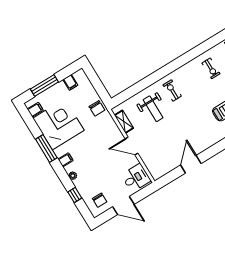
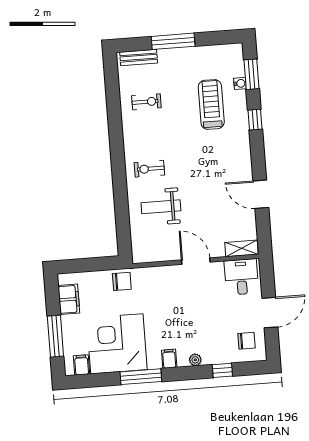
filing cabinet: (70, 82) -> (69, 299), width x2.00
weight bench: (153, 109) -> (161, 207), turned 180
shelving: (124, 122) -> (242, 248), moved
door: (132, 146) -> (196, 261), swing flipped

